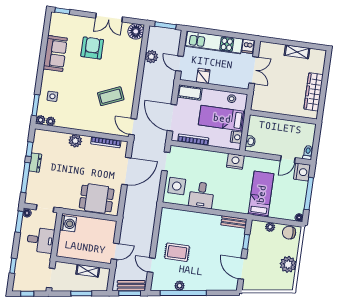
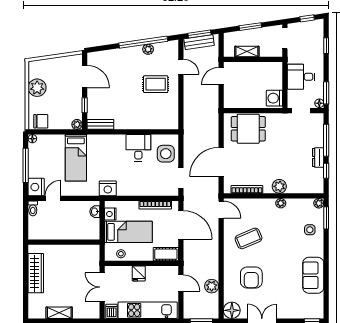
armchair: (92, 48) -> (251, 278), moved
fridge: (203, 76) -> (139, 274), moved
plant: (51, 121) -> (281, 203), moved
plant: (270, 227) -> (77, 124), moved

